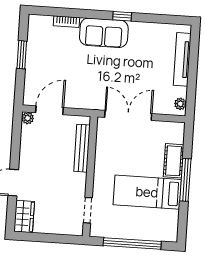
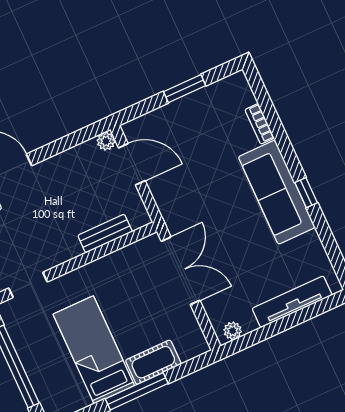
sofa: (104, 33) -> (277, 192), width x1.36
bench: (82, 148) -> (105, 234), width x0.73

